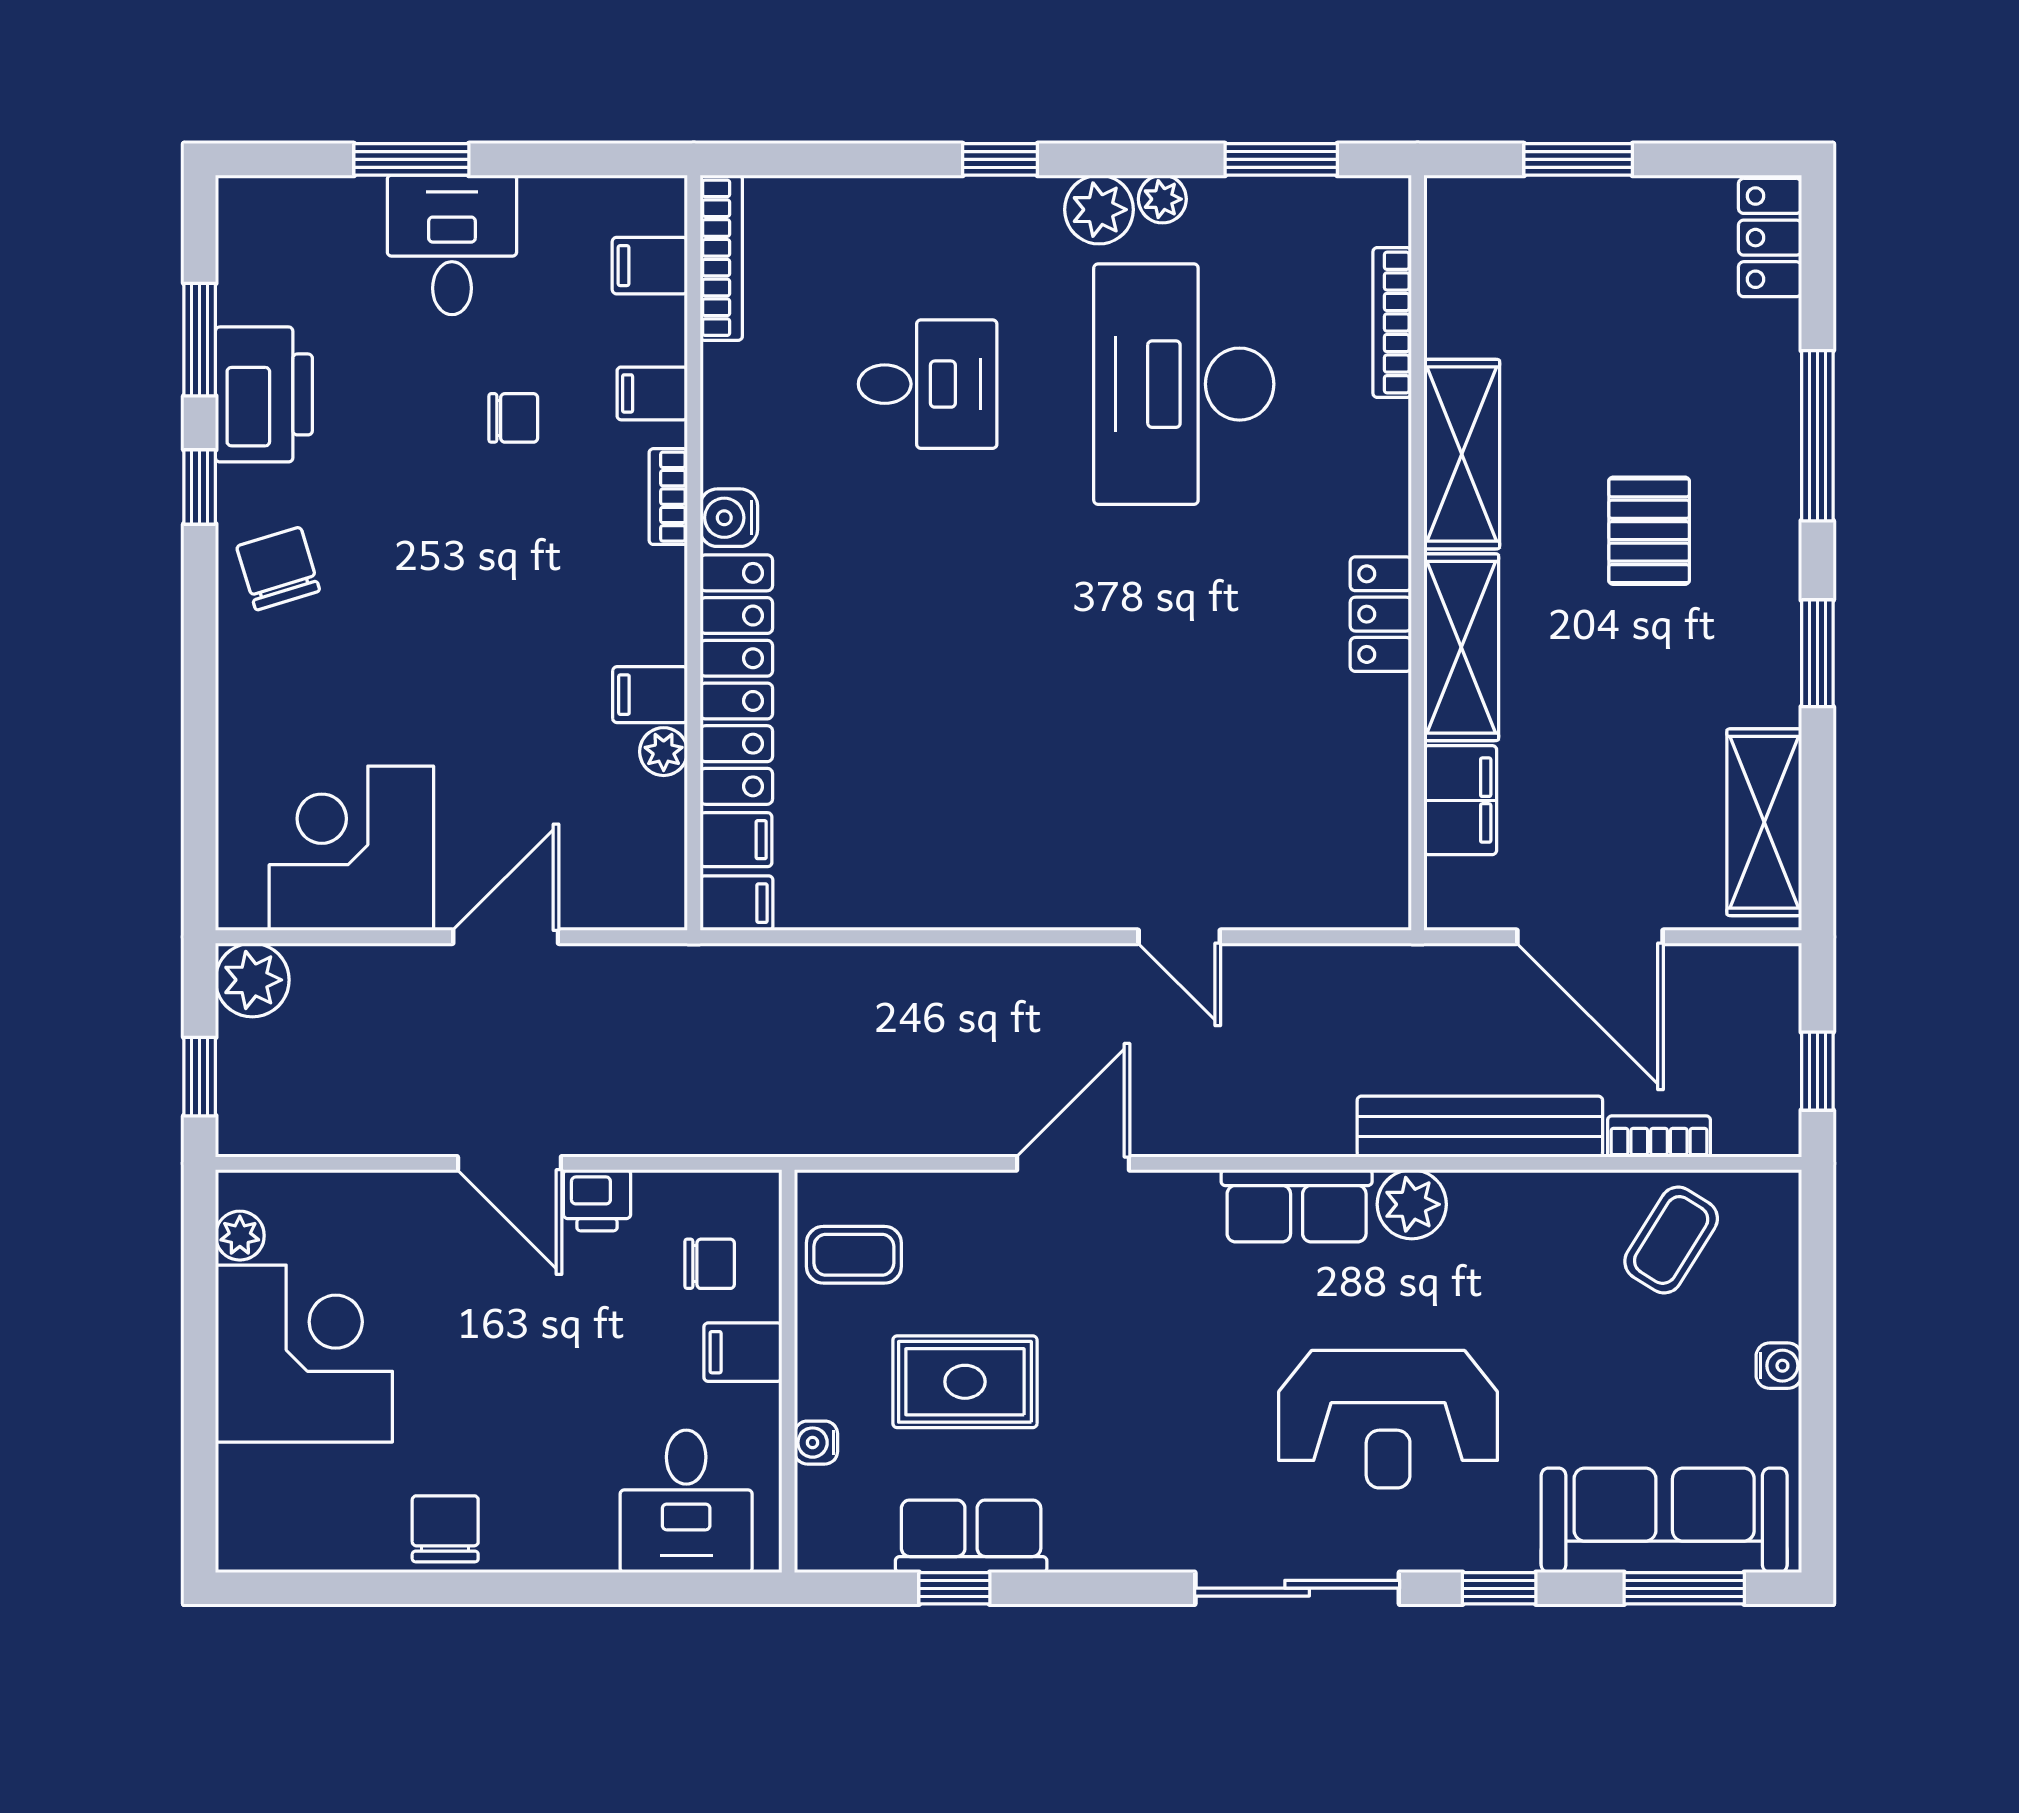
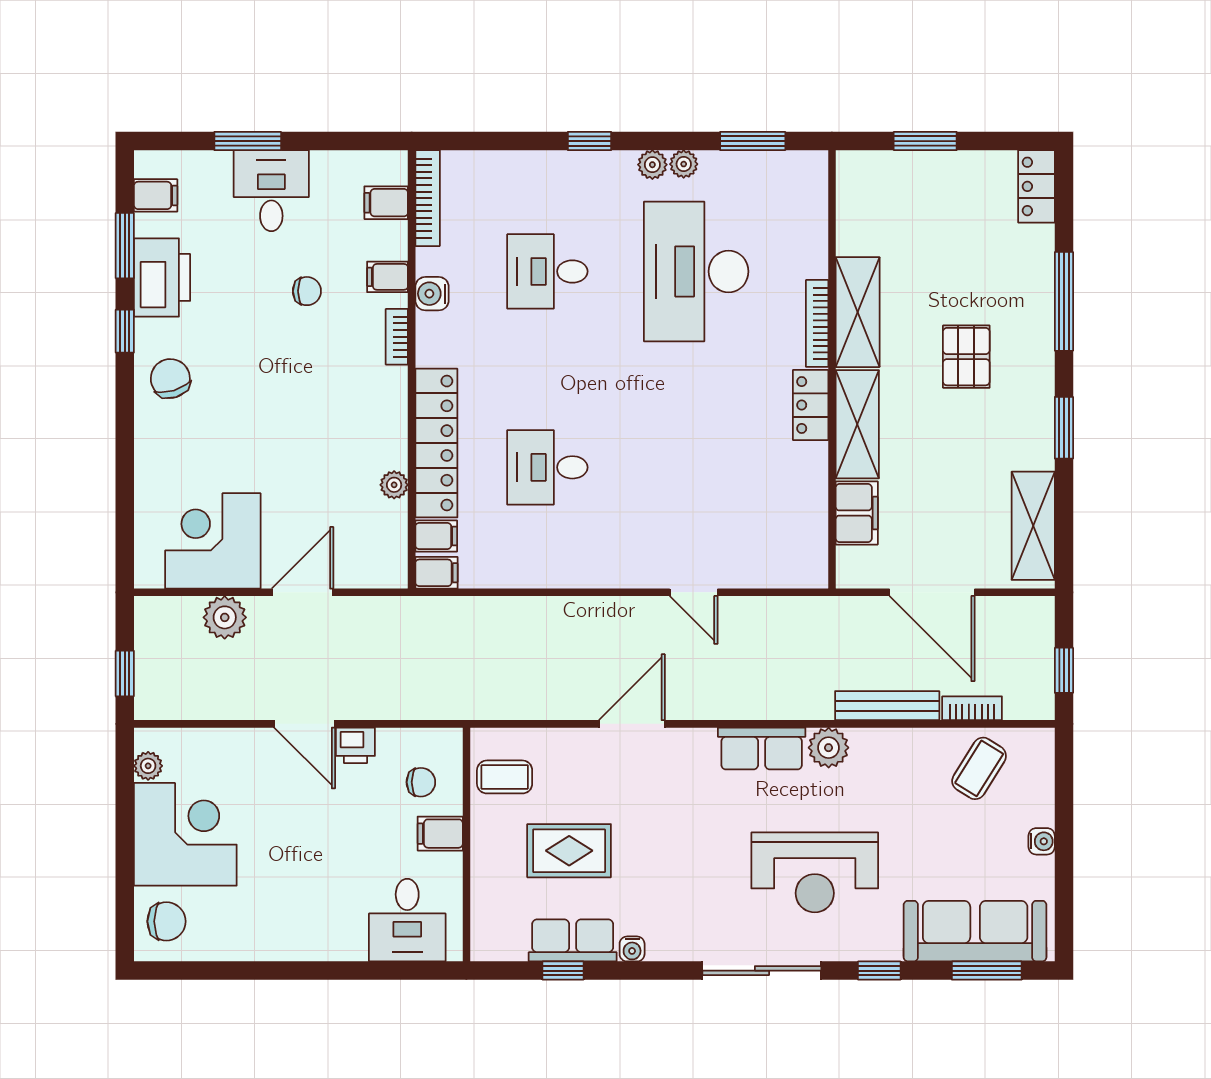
plant: (1099, 210) -> (652, 165), width x0.73, depth x0.73
bookcase: (1392, 322) -> (817, 323), moved
desk: (928, 384) -> (547, 271), turned 180
water cooler: (729, 518) -> (432, 294), moved
filing cabinet: (650, 695) -> (156, 195), moved, turned 180
desk: (928, 722) -> (547, 467), added
plant: (252, 980) -> (225, 617), moved
bench: (1480, 1127) -> (887, 706), width x0.73, depth x0.82
water cooler: (816, 1443) -> (632, 949), moved, turned -90
chair: (445, 1529) -> (166, 921), moved, turned 90

